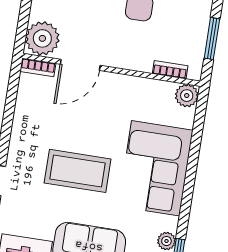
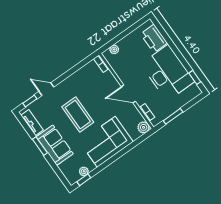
plant: (42, 38) -> (114, 49), width x0.53, depth x0.53
door: (80, 65) -> (128, 94), moved

